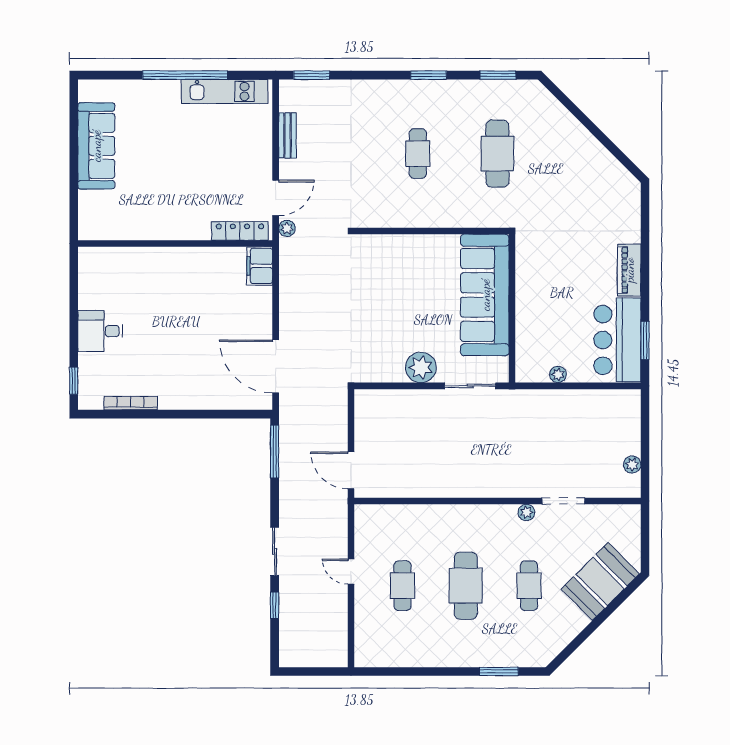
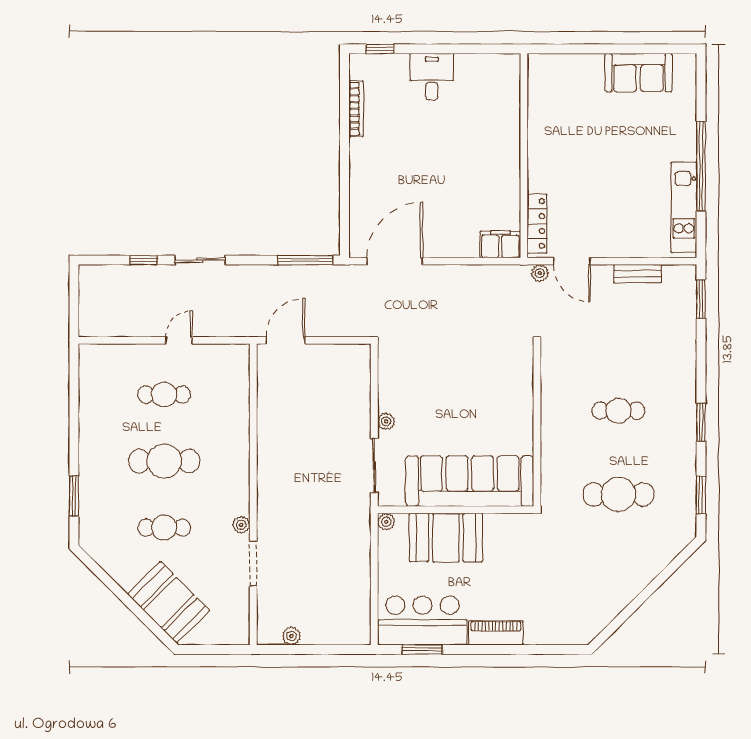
sofa: (96, 146) -> (639, 73), width x0.73
booth: (539, 318) -> (446, 538), added
plant: (421, 367) -> (386, 421), width x0.53, depth x0.53
plant: (558, 374) -> (386, 522), moved

